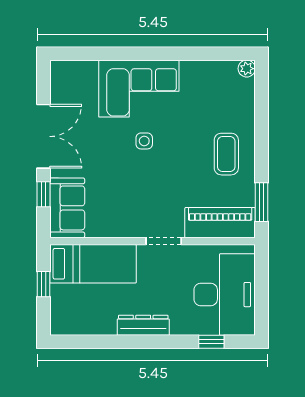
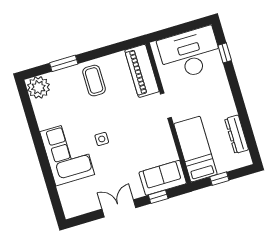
plant: (247, 69) -> (38, 87), width x1.87, depth x1.87
double door: (43, 136) -> (119, 208), width x0.73
coffee table: (226, 154) -> (94, 81), turned 90
window: (262, 202) -> (64, 63), moved
dresser: (143, 325) -> (237, 134), moved

